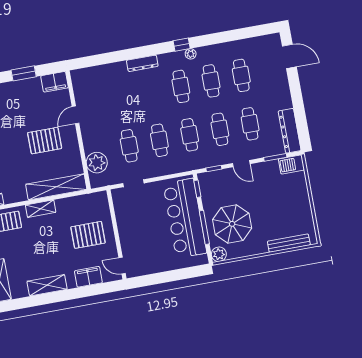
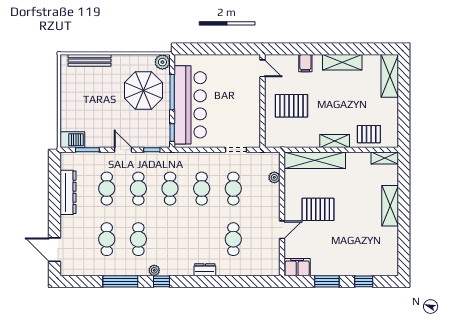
window: (221, 37) -> (120, 281), added
dresser: (142, 63) -> (205, 270), width x0.70
cafe table: (181, 86) -> (233, 239), moved
dresser: (290, 131) -> (68, 192), moved
plant: (97, 163) -> (274, 177), width x0.53, depth x0.53
filing cabinet: (88, 277) -> (305, 63), width x0.50

